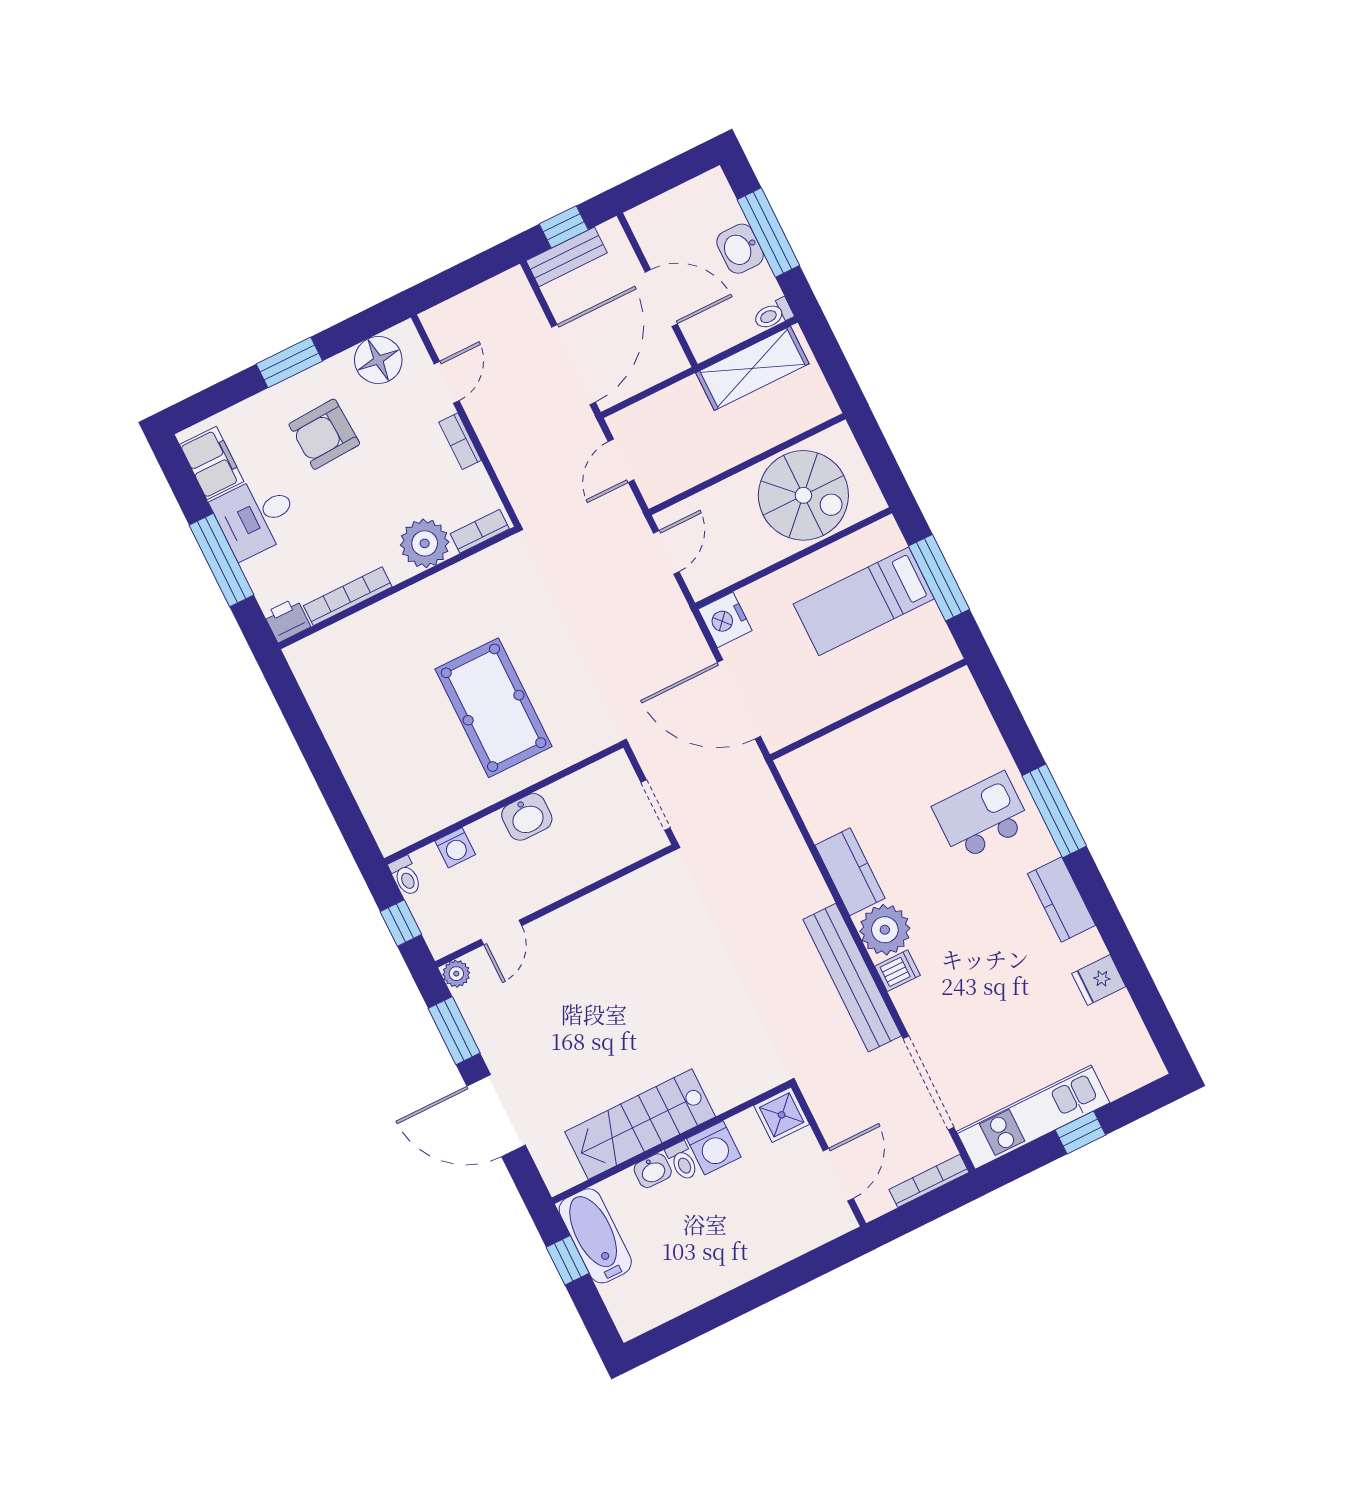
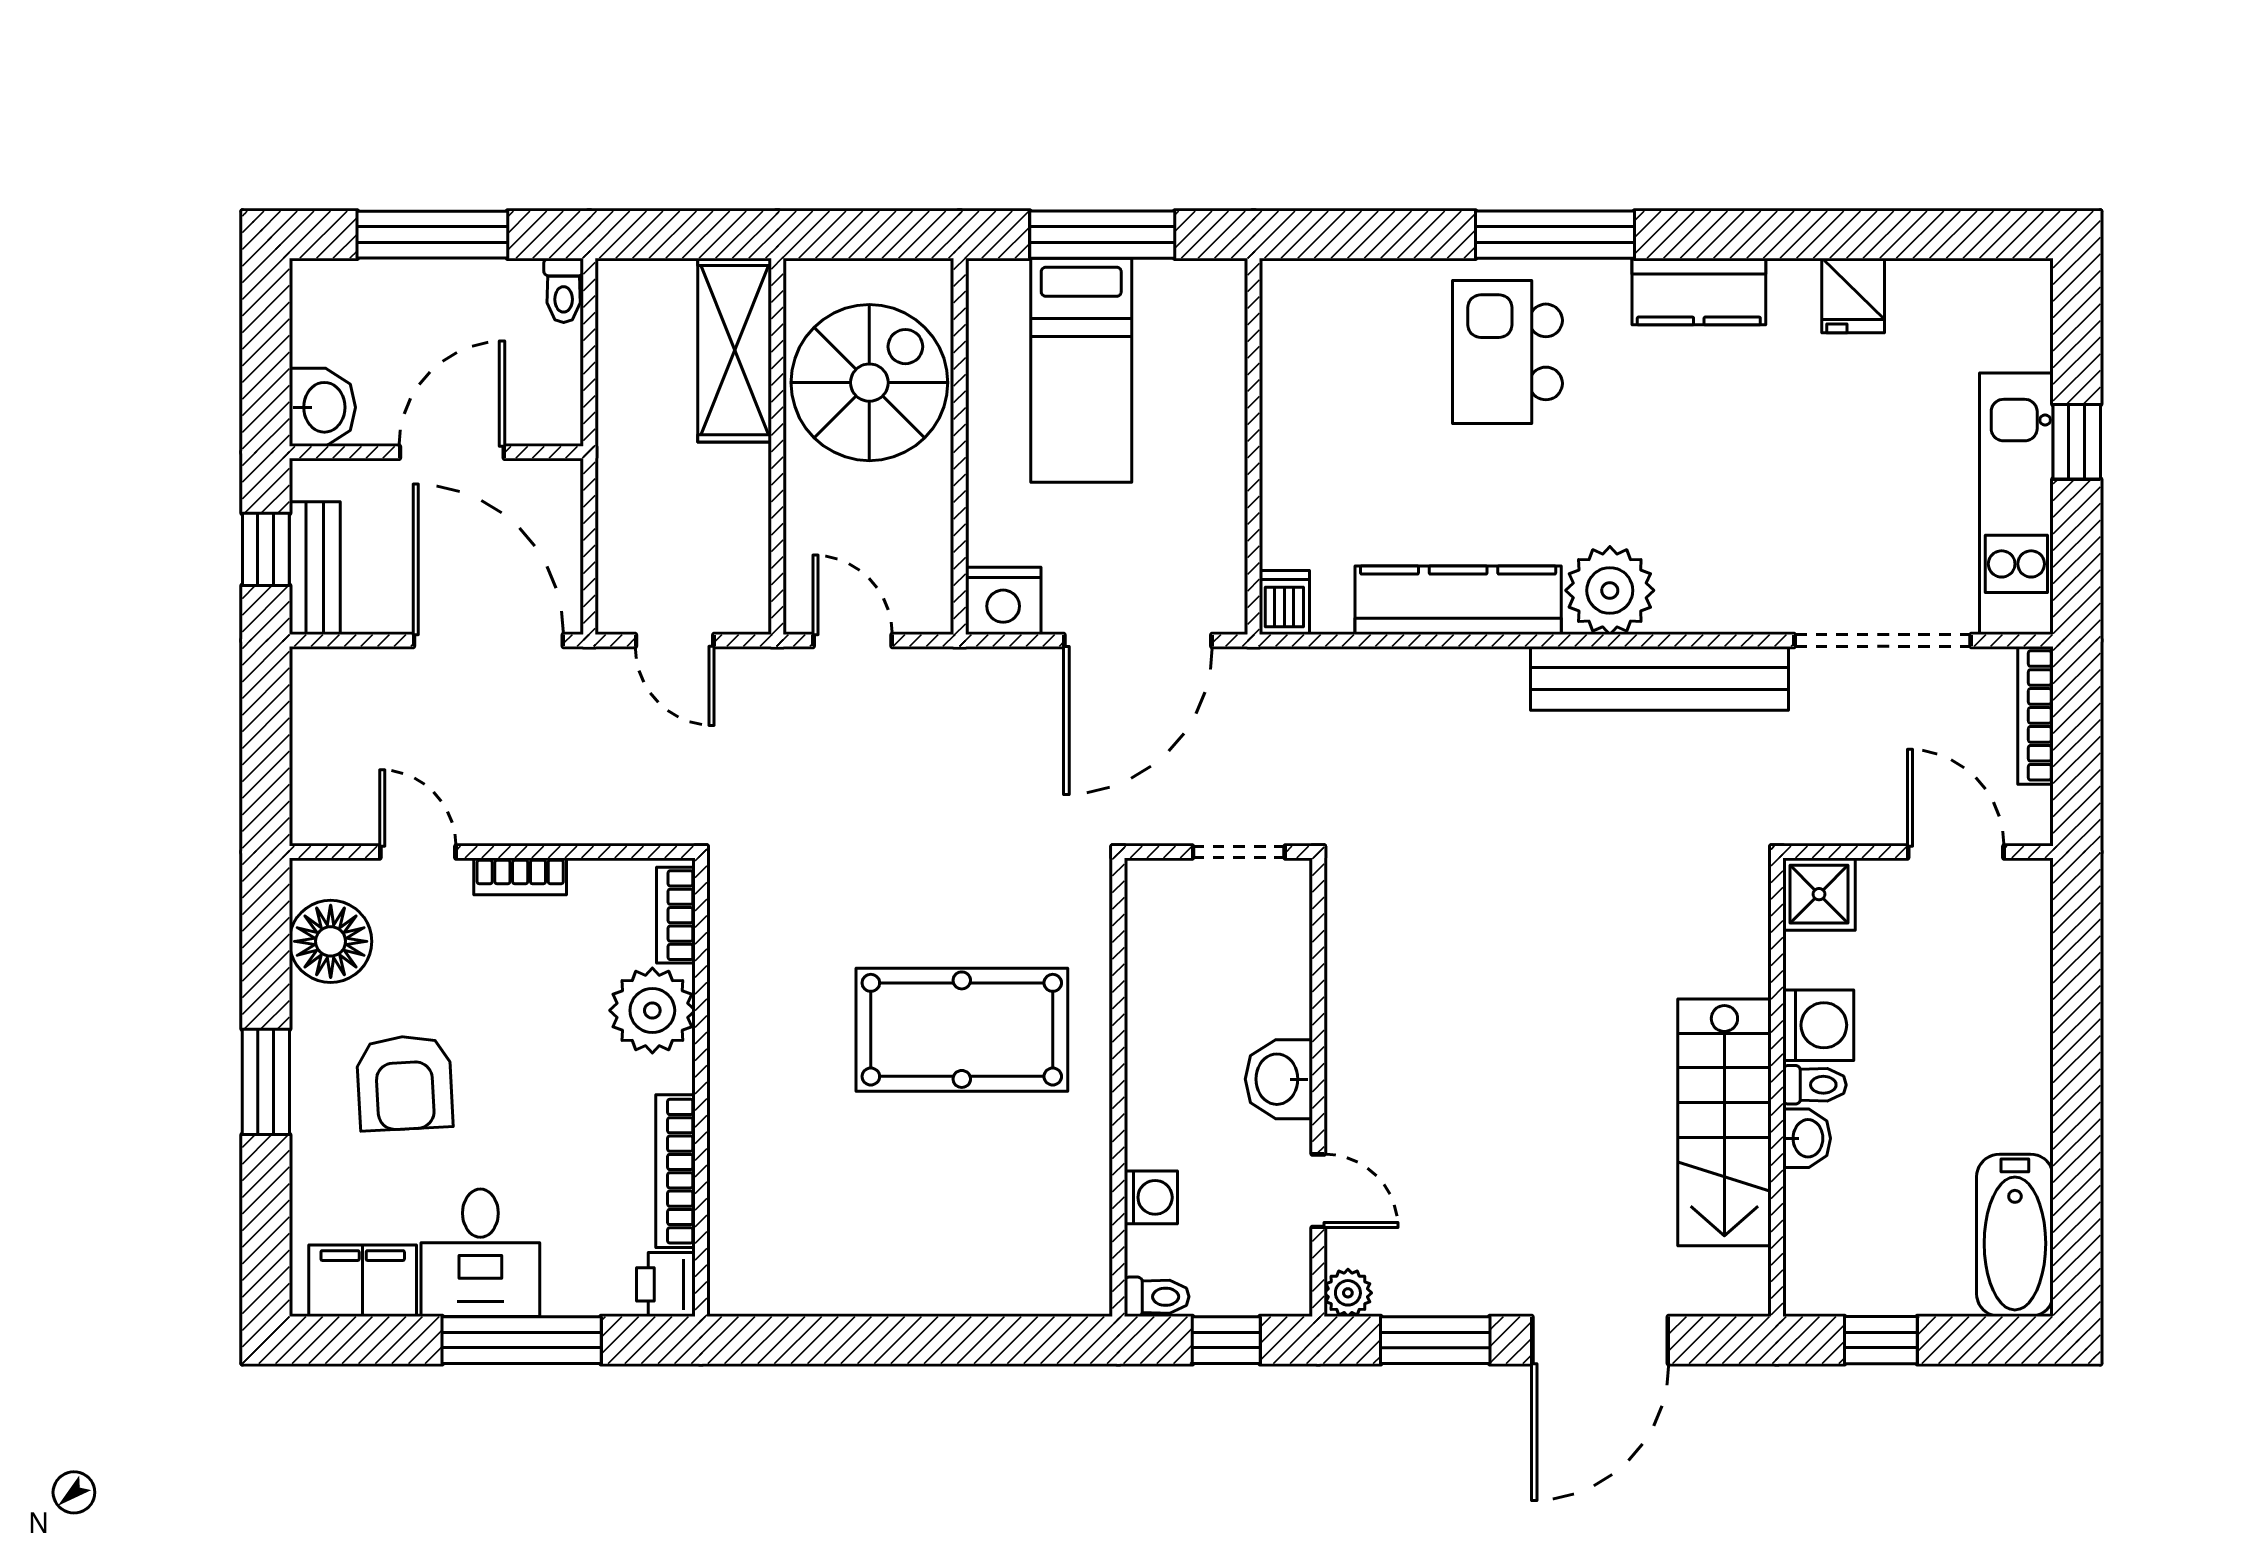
washbasin: (740, 249) -> (322, 407), moved, turned -90
shelving: (752, 368) -> (735, 350), moved
washbasin: (527, 817) -> (1279, 1079), moved, turned 180
kitchen counter: (850, 872) -> (1458, 600), width x1.50
dishwasher: (897, 971) -> (1284, 602), moved
bathtub: (595, 1236) -> (2015, 1235), moved, turned -90

